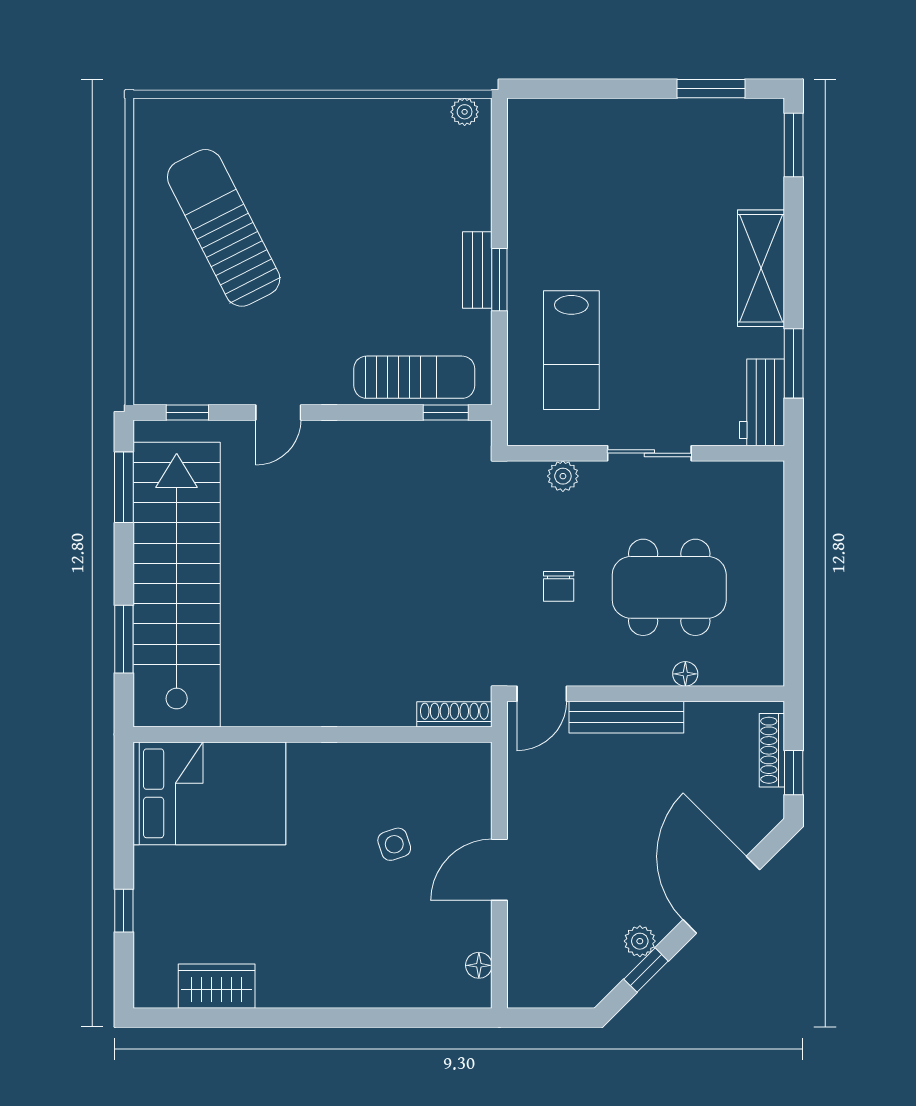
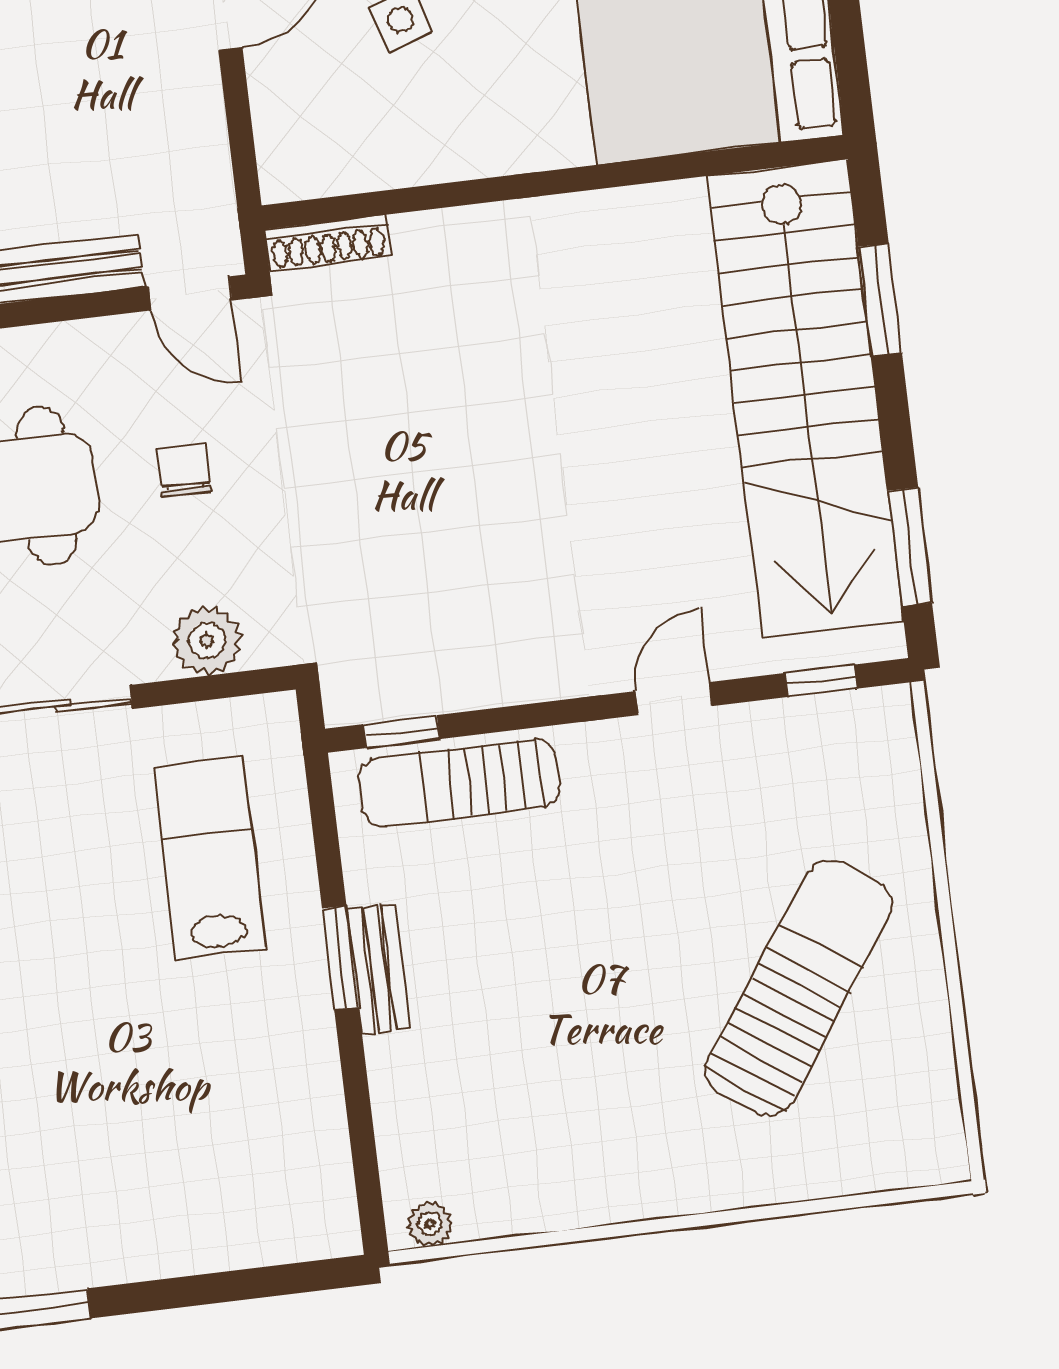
sun lounger: (224, 228) -> (799, 988), turned -118
plant: (563, 476) -> (207, 641), width x1.38, depth x1.38
door: (542, 694) -> (190, 293), swing flipped

